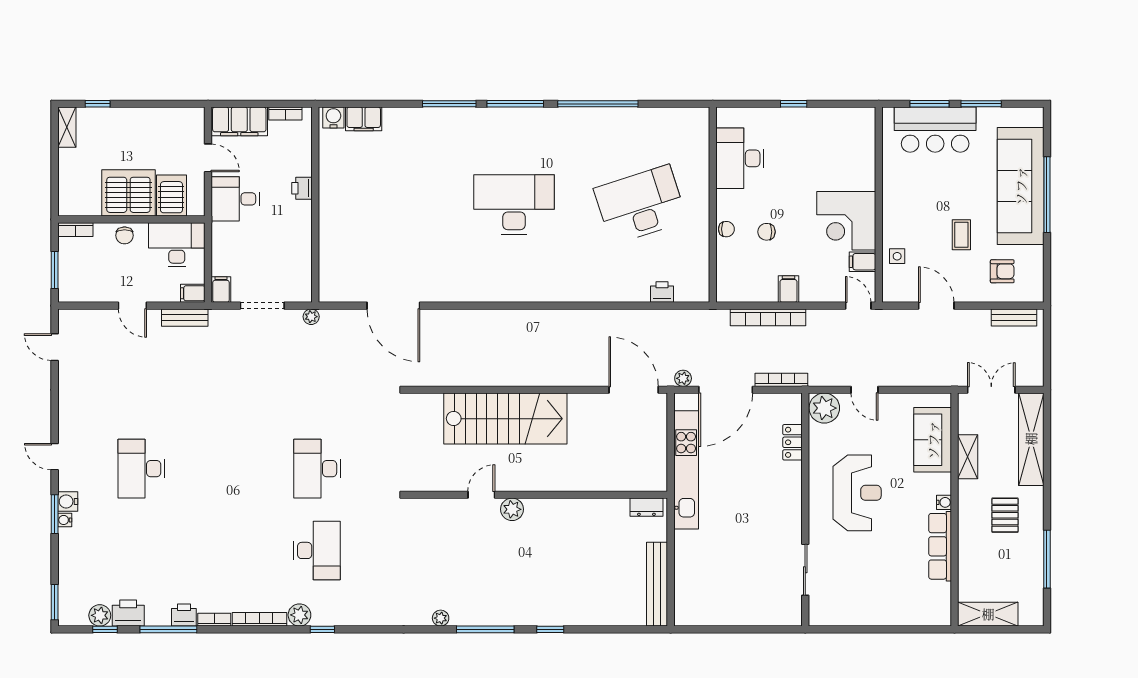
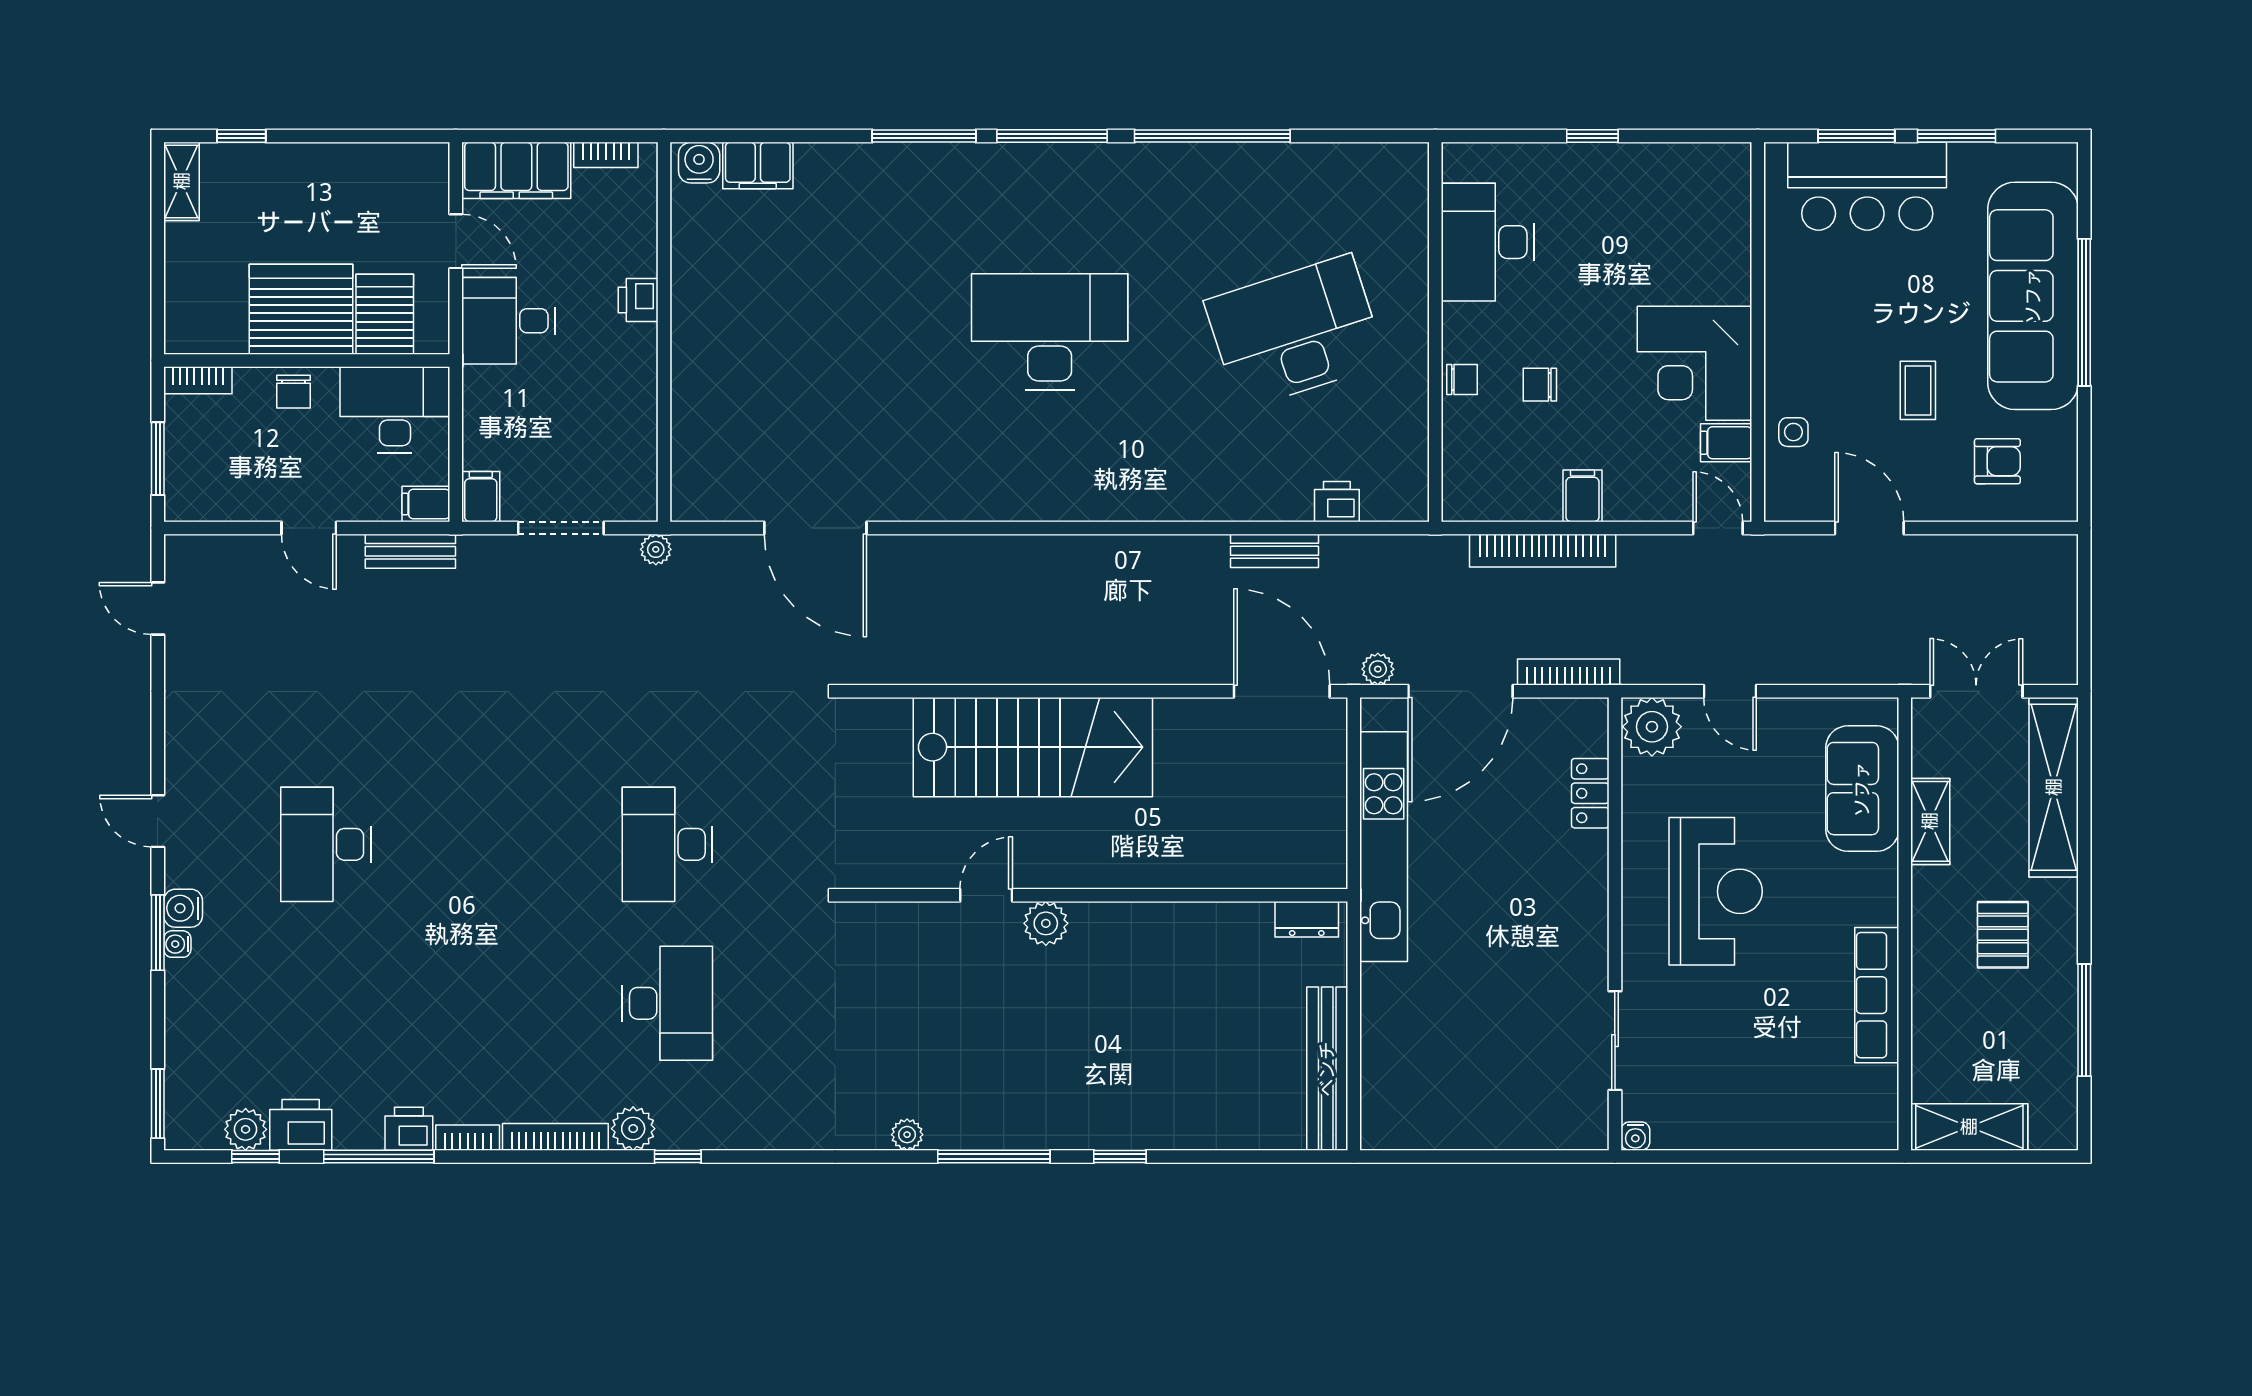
bench: (1014, 317) -> (1274, 551), moved
water cooler: (944, 502) -> (1635, 1136), moved, turned 90

